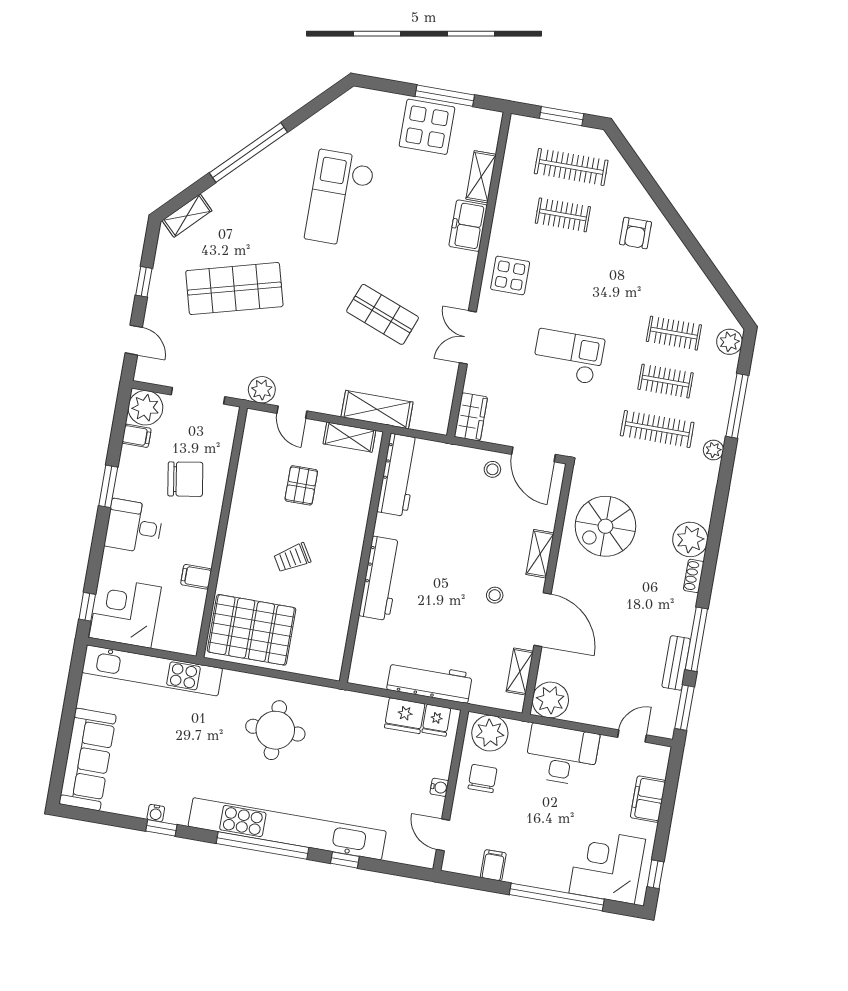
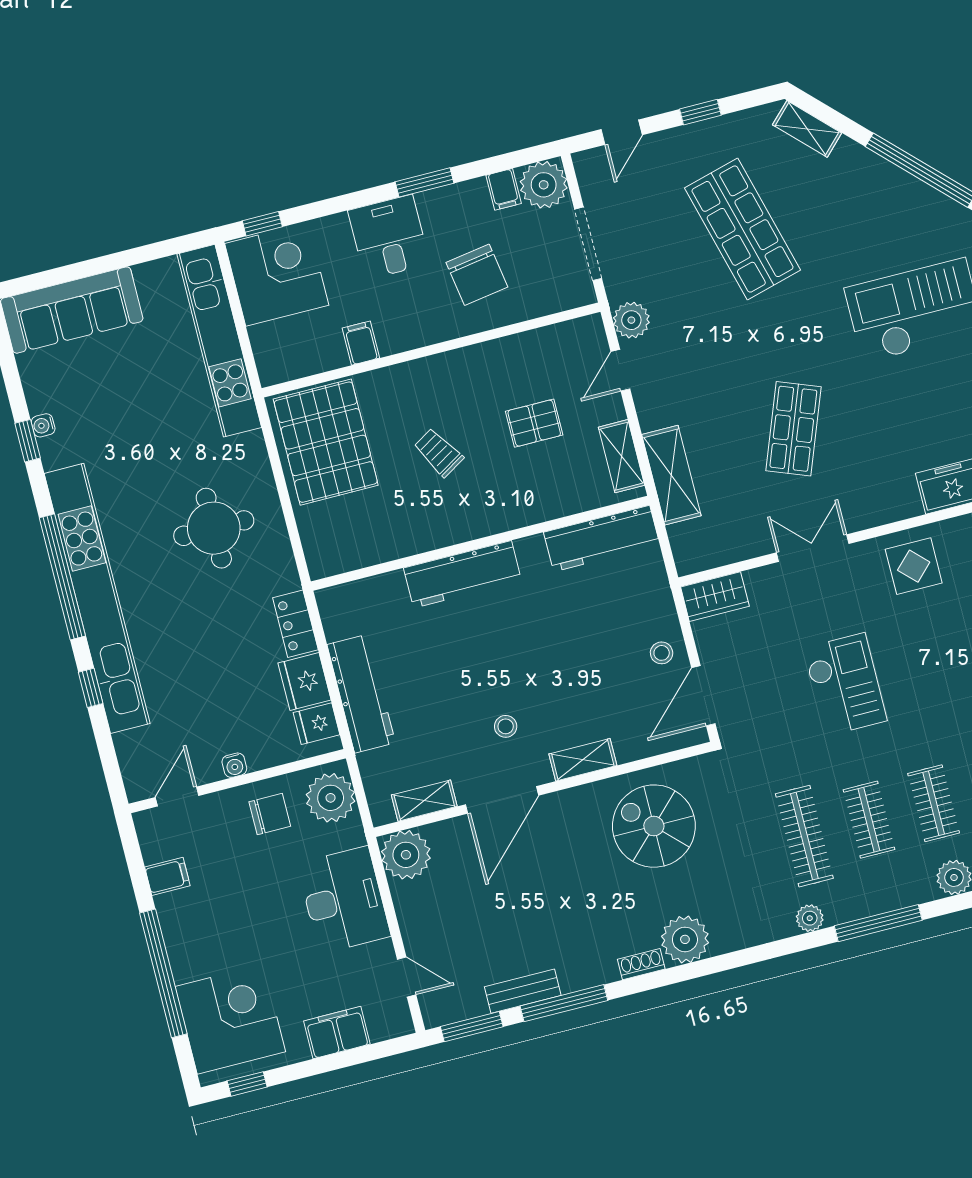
locker: (364, 704) -> (295, 624), added

